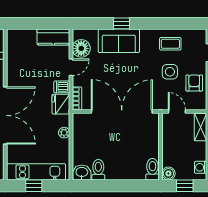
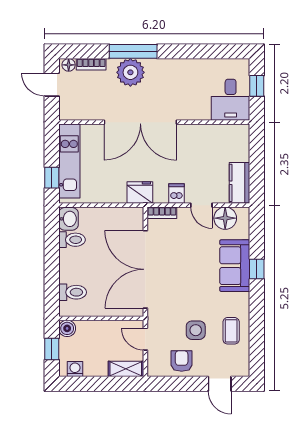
armchair: (194, 83) -> (182, 361), turned -90
fridge: (61, 104) -> (140, 192), moved
double door: (122, 112) -> (145, 269), swing flipped
door: (177, 112) -> (145, 339), swing flipped
plant: (64, 133) -> (119, 197), removed
toilet: (152, 169) -> (73, 292), moved
window: (34, 186) -> (52, 178), moved

